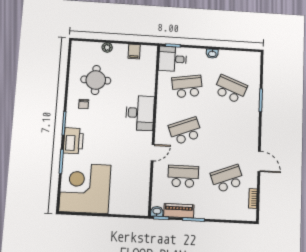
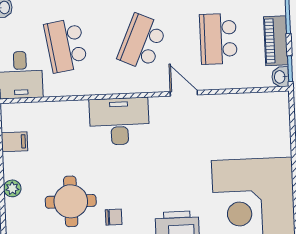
school desk: (185, 131) -> (142, 42), turned 45

